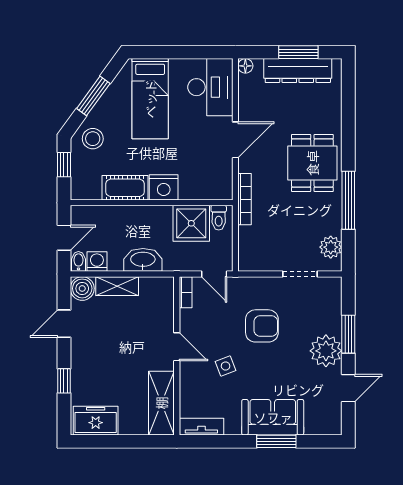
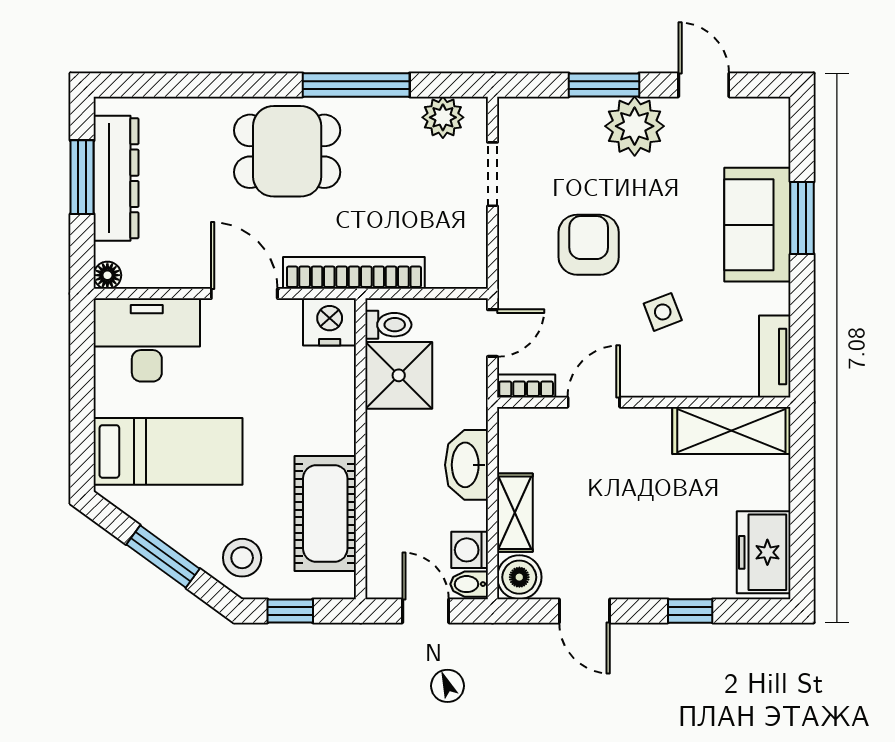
nightstand: (164, 187) -> (330, 322), moved, turned -90
cot: (125, 188) -> (325, 513), width x1.37, depth x1.34
bookcase: (245, 199) -> (354, 273), width x1.48, depth x1.31
door: (177, 347) -> (594, 402), moved

